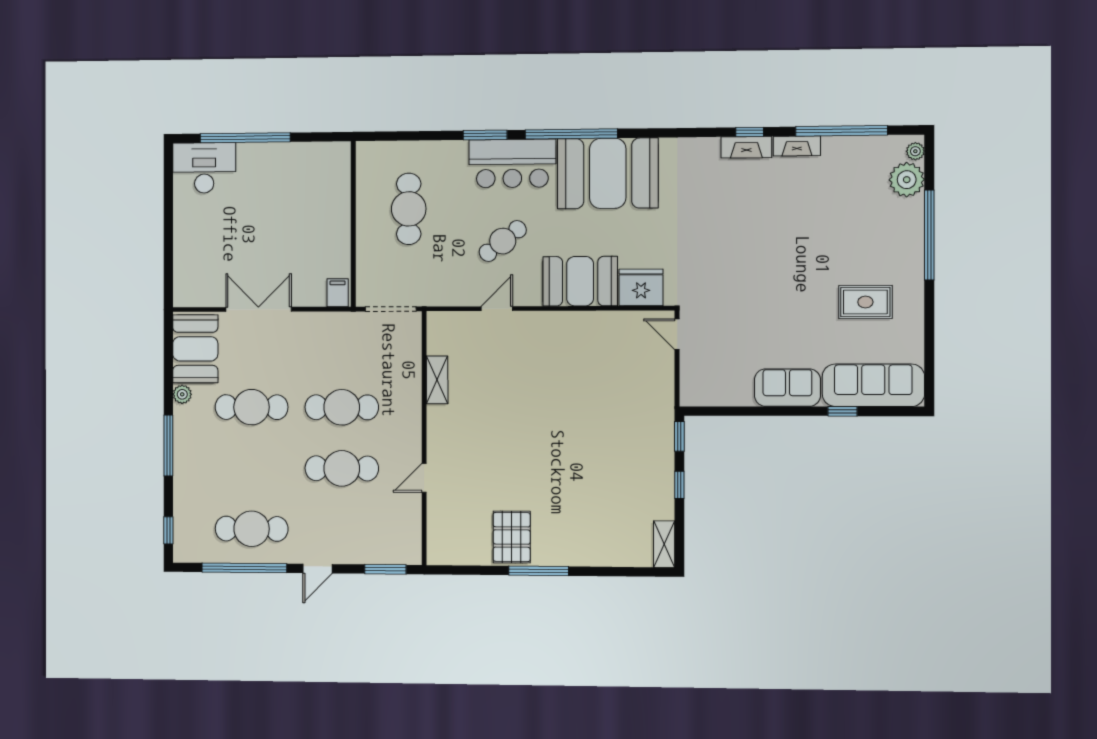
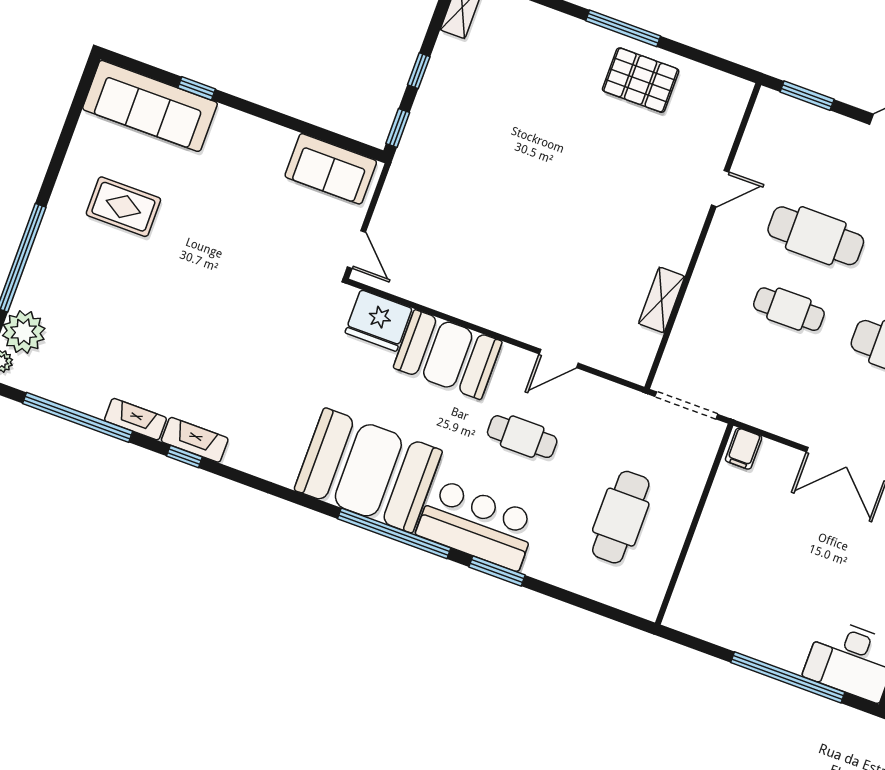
cafe table: (503, 241) -> (522, 437), turned 38
sofa: (787, 388) -> (331, 169), moved
cafe table: (342, 407) -> (789, 309), width x0.73, depth x0.74
pallet: (512, 537) -> (641, 80), turned 90

